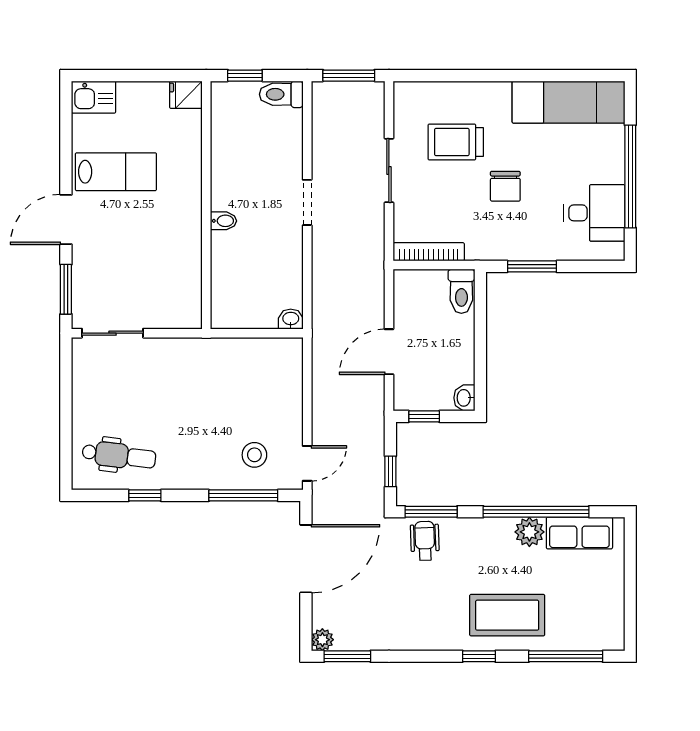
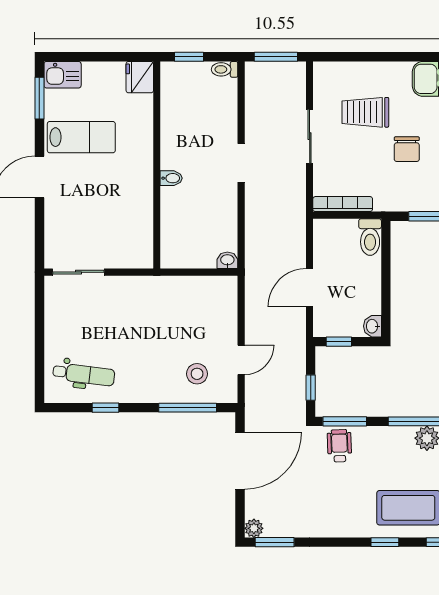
toilet: (281, 94) -> (225, 69), width x0.73, depth x0.72
fridge: (186, 95) -> (140, 77), width x1.38
window: (66, 289) -> (39, 98), moved
door: (307, 463) -> (241, 360), moved

